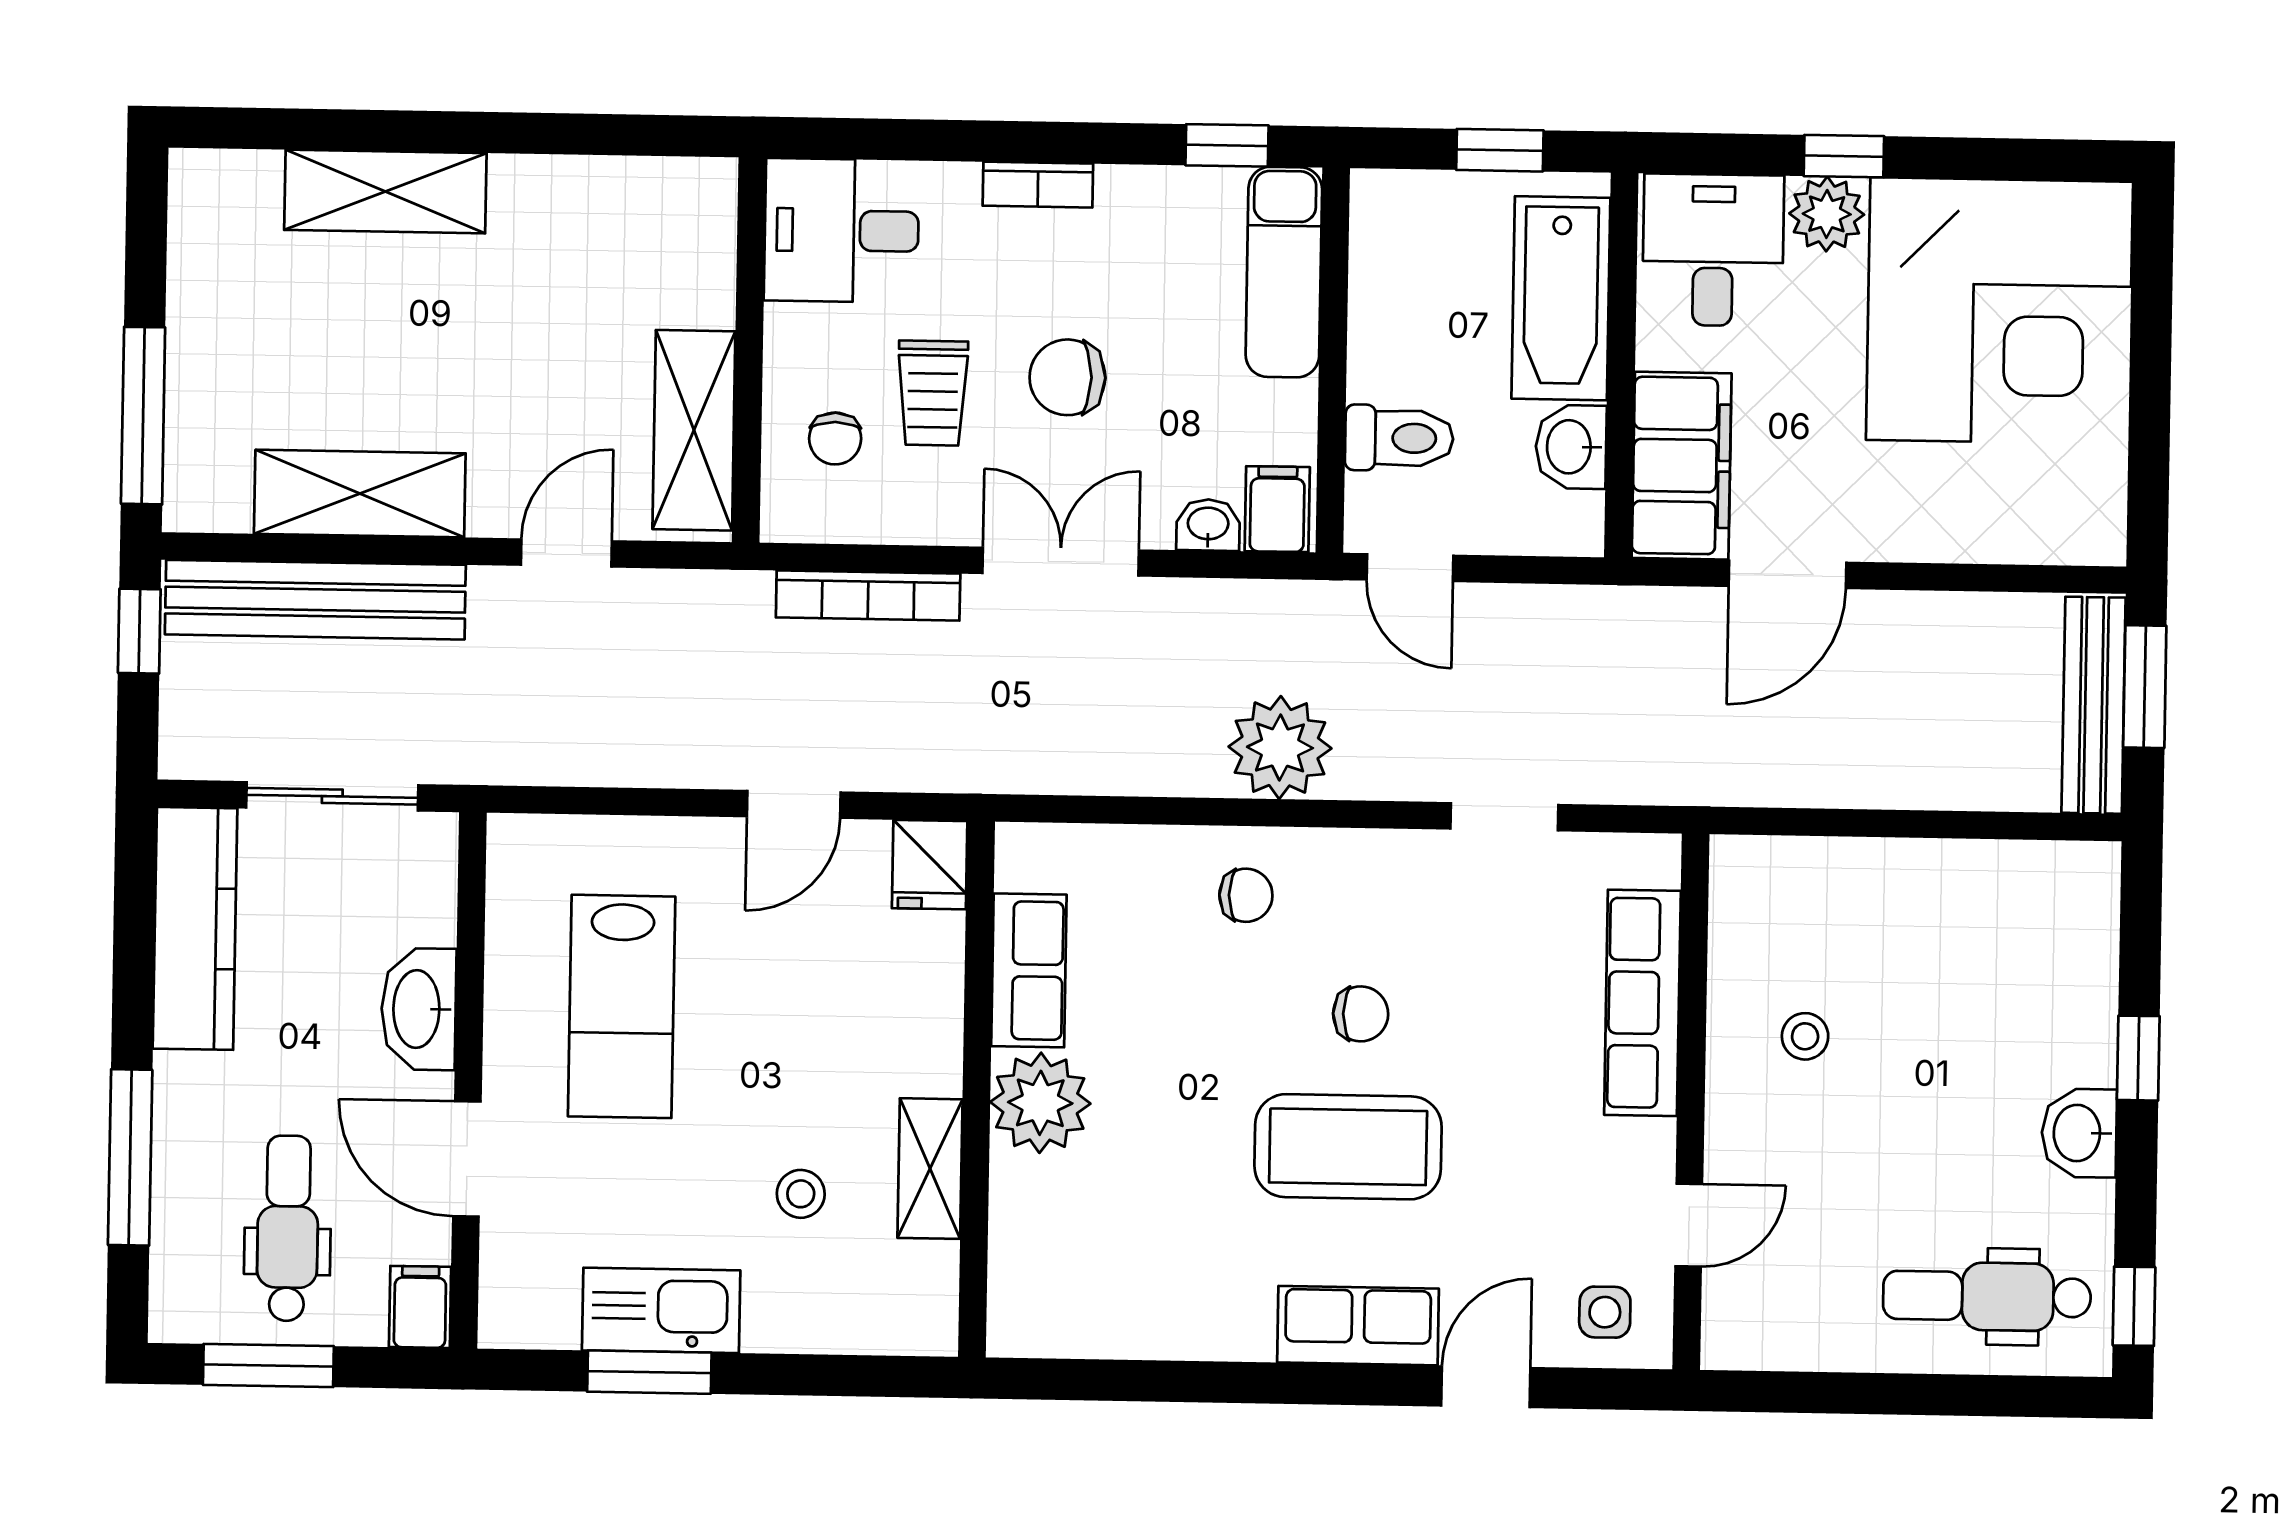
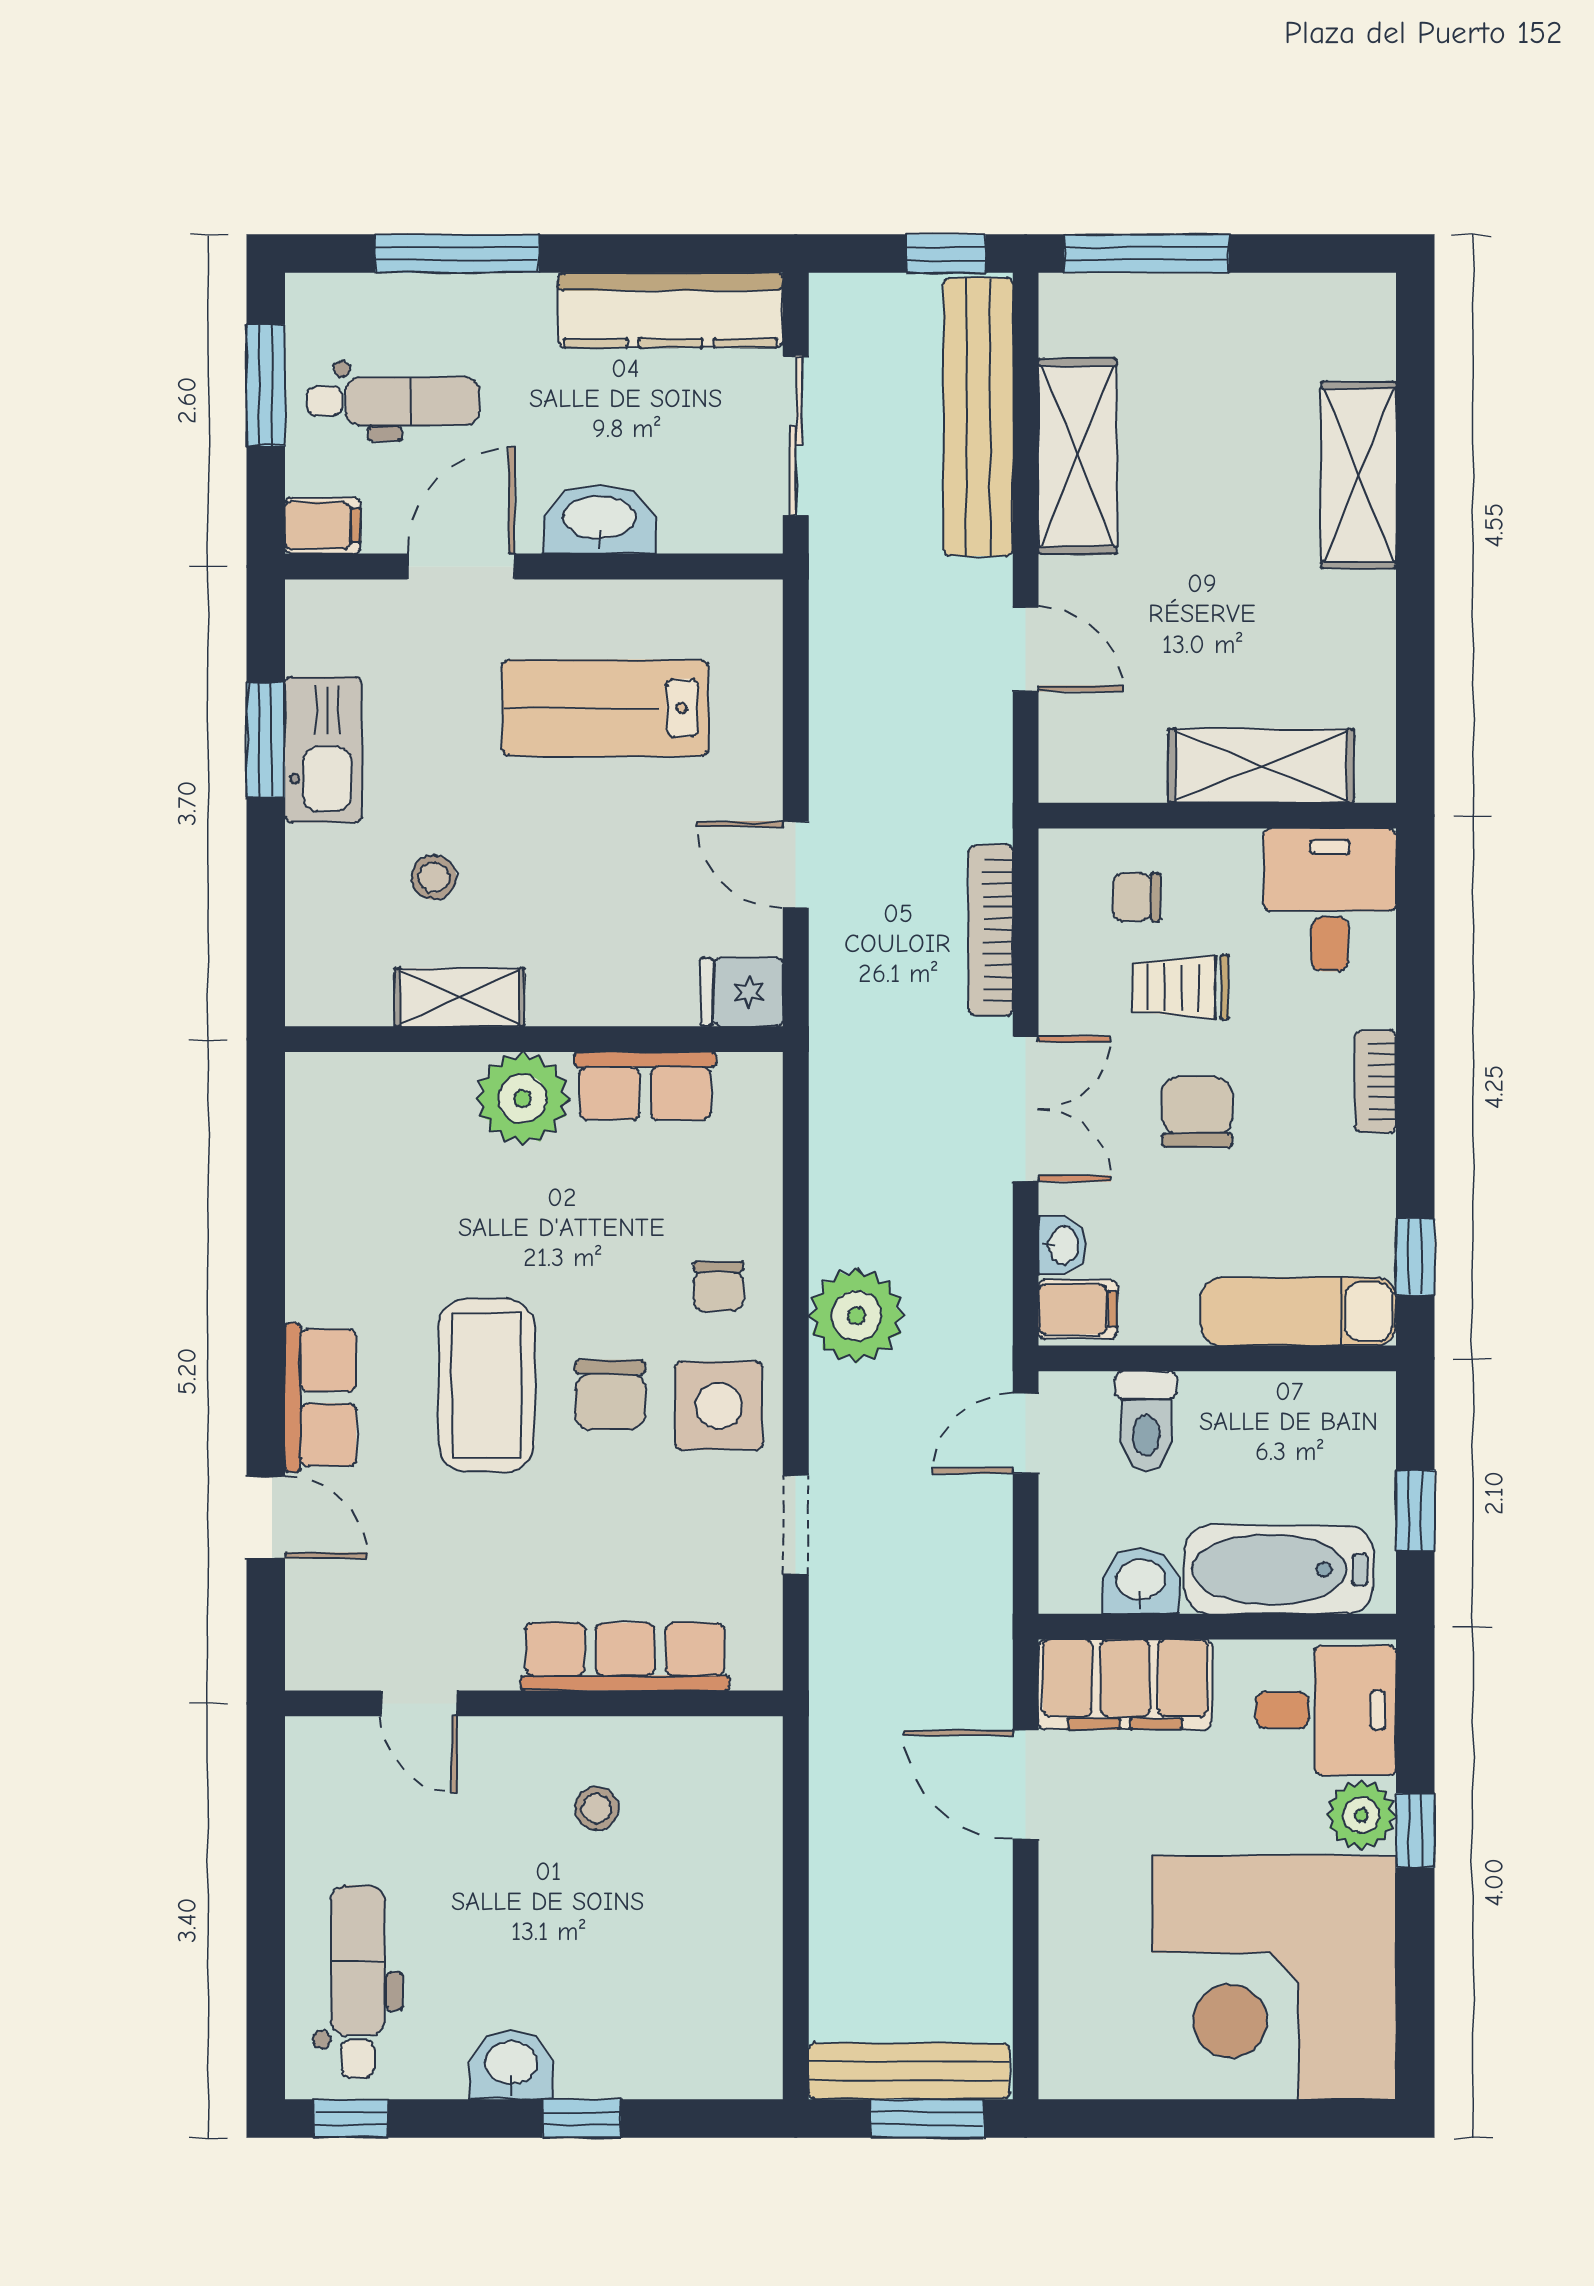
shelving: (694, 430) -> (1261, 766), moved
chair: (1361, 1014) -> (610, 1395), width x1.37, depth x1.37
side table: (1605, 1312) -> (719, 1406), moved, width x1.87, depth x1.87

